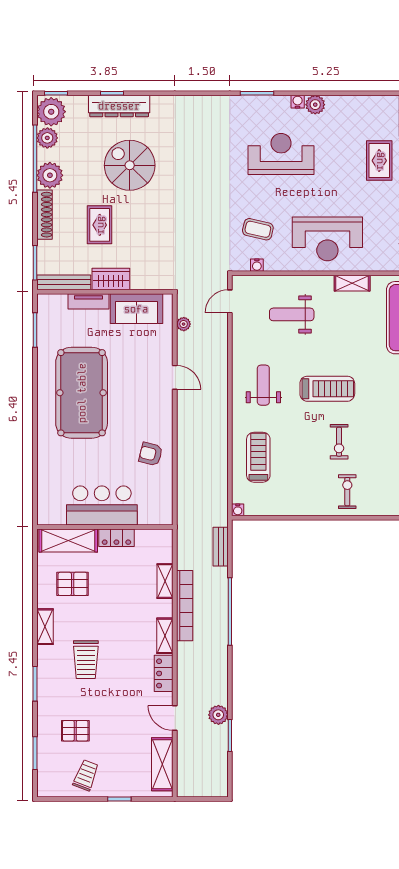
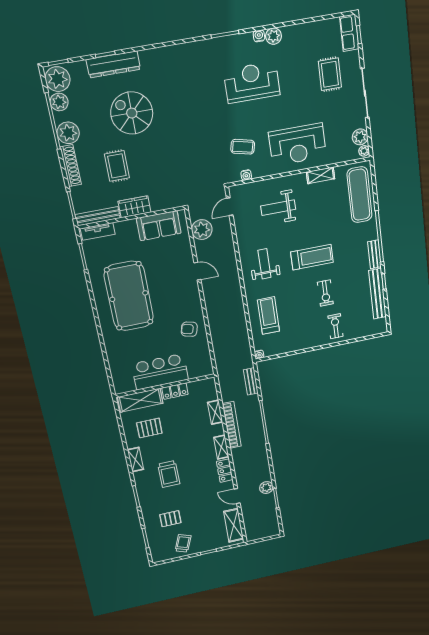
tv unit: (88, 301) -> (98, 231), moved
plant: (184, 324) -> (202, 230), width x1.88, depth x1.88

